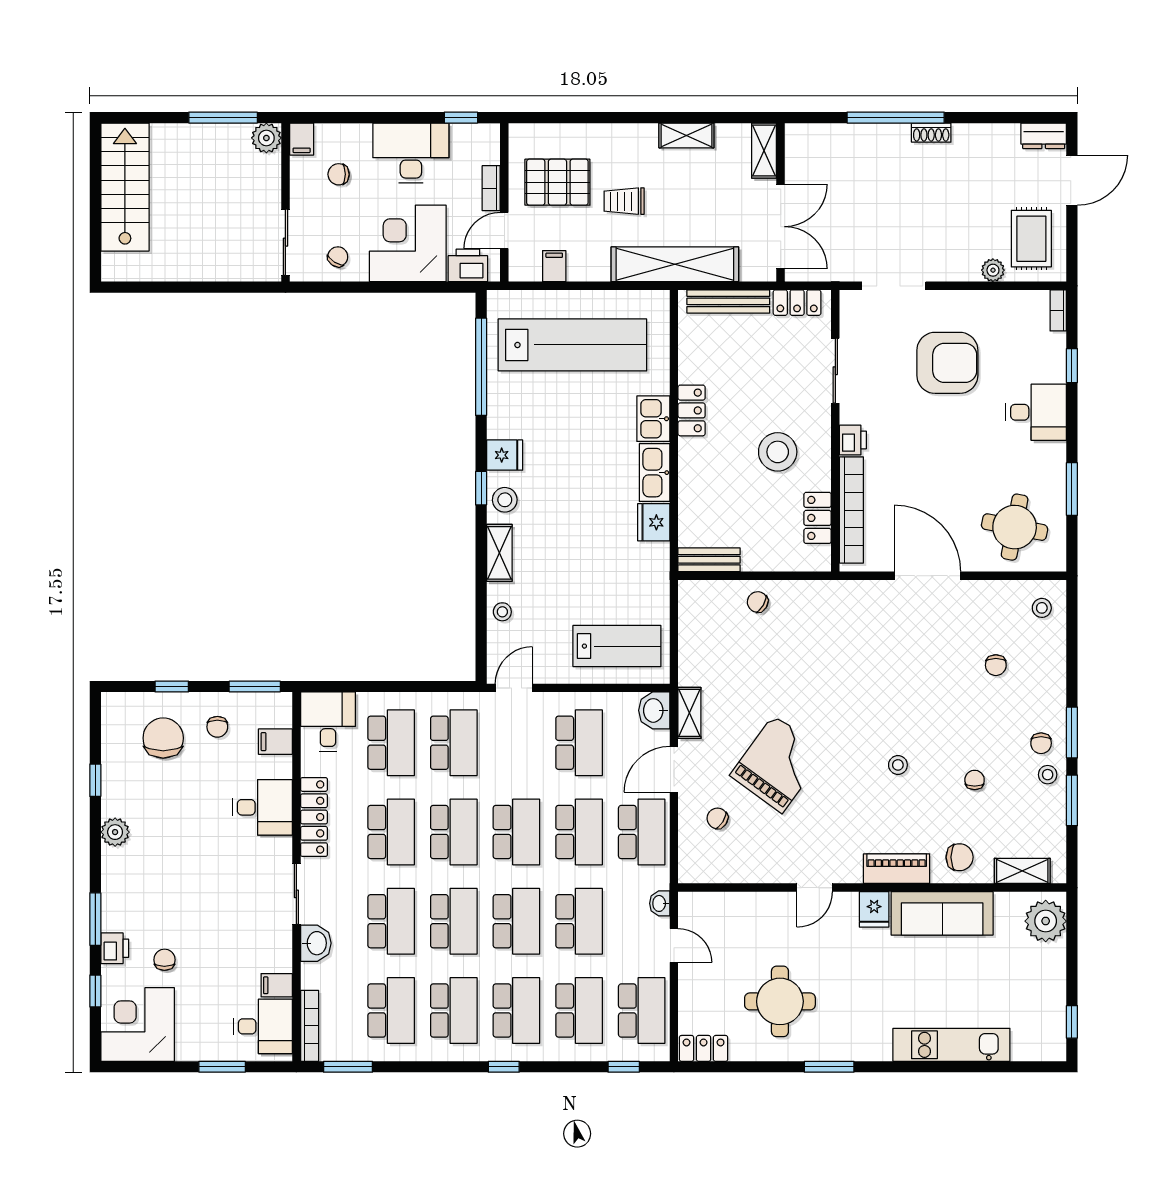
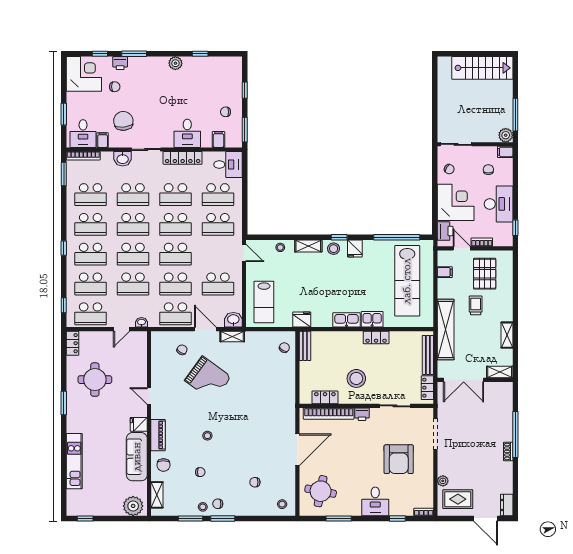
fridge: (654, 522) -> (302, 319), moved
chair: (758, 602) -> (284, 348), moved
chair: (163, 738) -> (123, 121), moved, turned -96

